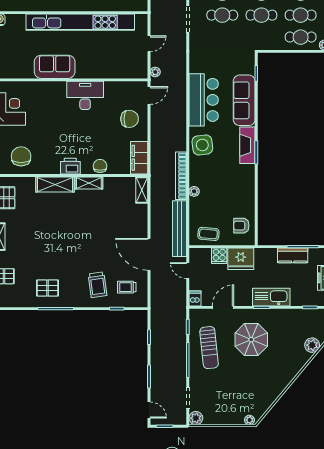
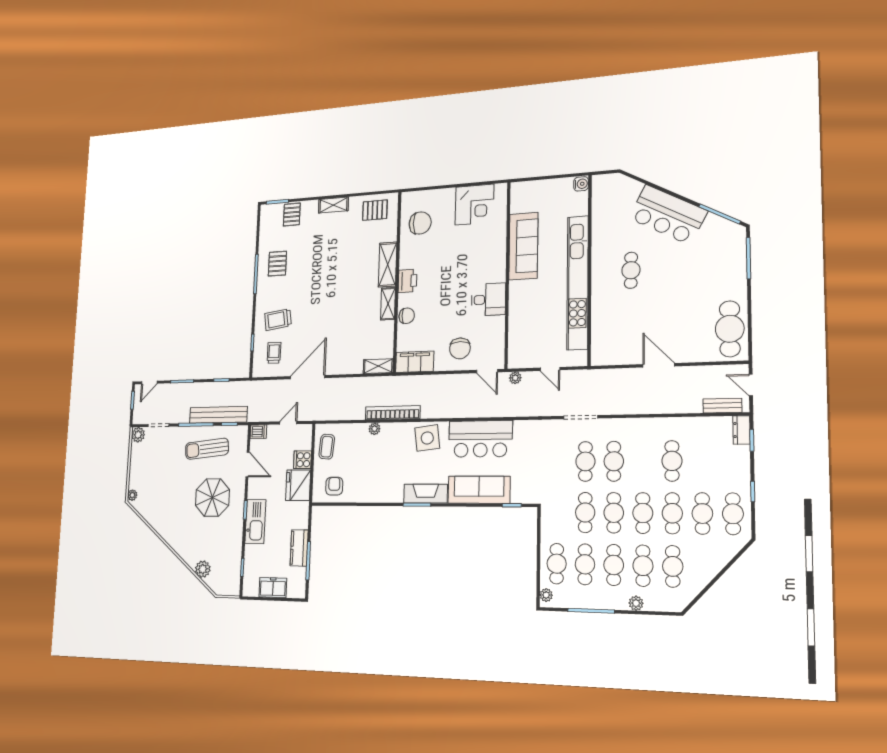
sofa: (55, 67) -> (523, 246), width x1.36
desk: (85, 95) -> (488, 299), width x0.73
bench: (179, 229) -> (218, 415), moved

